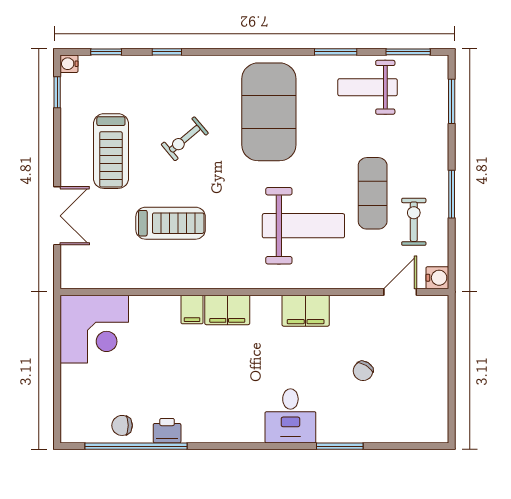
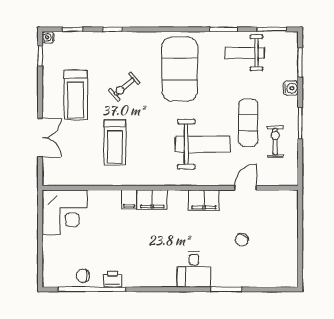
treadmill: (171, 223) -> (115, 142), turned 90
water cooler: (437, 278) -> (291, 88), moved
door: (400, 292) -> (246, 188), moved

